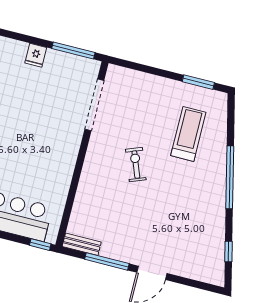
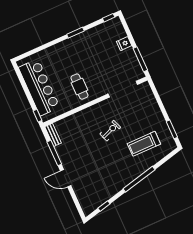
treadmill: (188, 134) -> (144, 144), turned 180
cafe table: (46, 159) -> (79, 87), added

